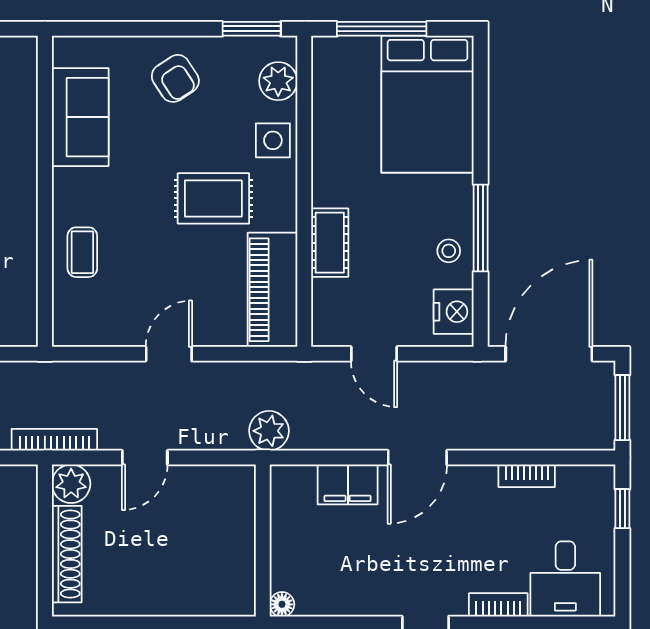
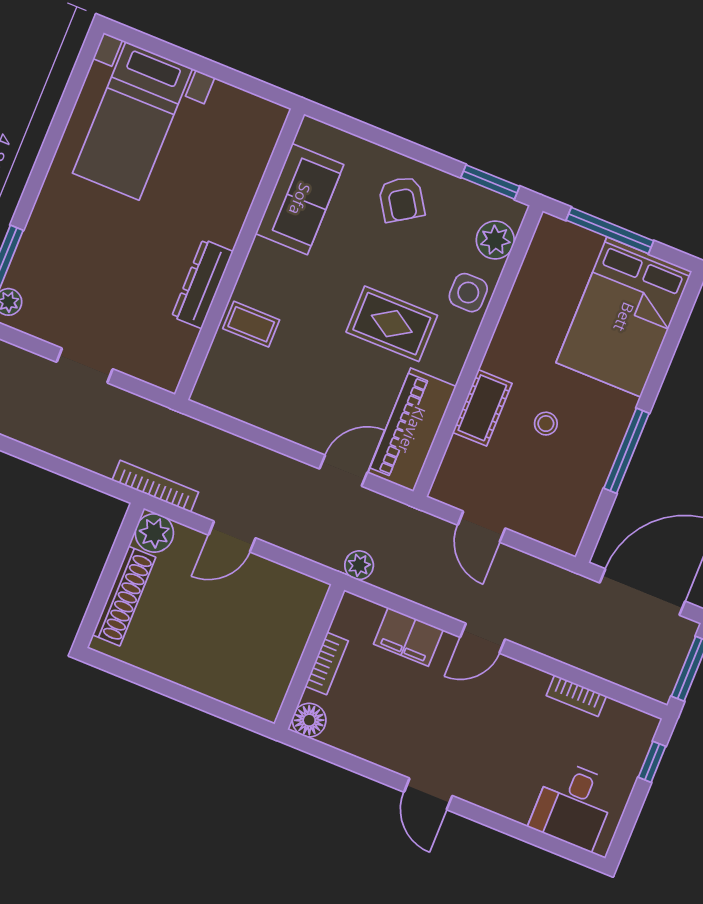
dresser: (22, 233) -> (202, 284), added
stool: (449, 251) -> (546, 424), moved
coffee table: (82, 252) -> (251, 324), turned 90
nightstand: (454, 312) -> (571, 518), removed
door: (169, 354) -> (343, 471), moved
plant: (269, 431) -> (359, 565), width x0.73, depth x0.73
door: (417, 458) -> (483, 638), width x0.73
floor lamp: (282, 604) -> (309, 720), width x1.37, depth x1.37
bookcase: (498, 605) -> (327, 663), moved, turned 90

